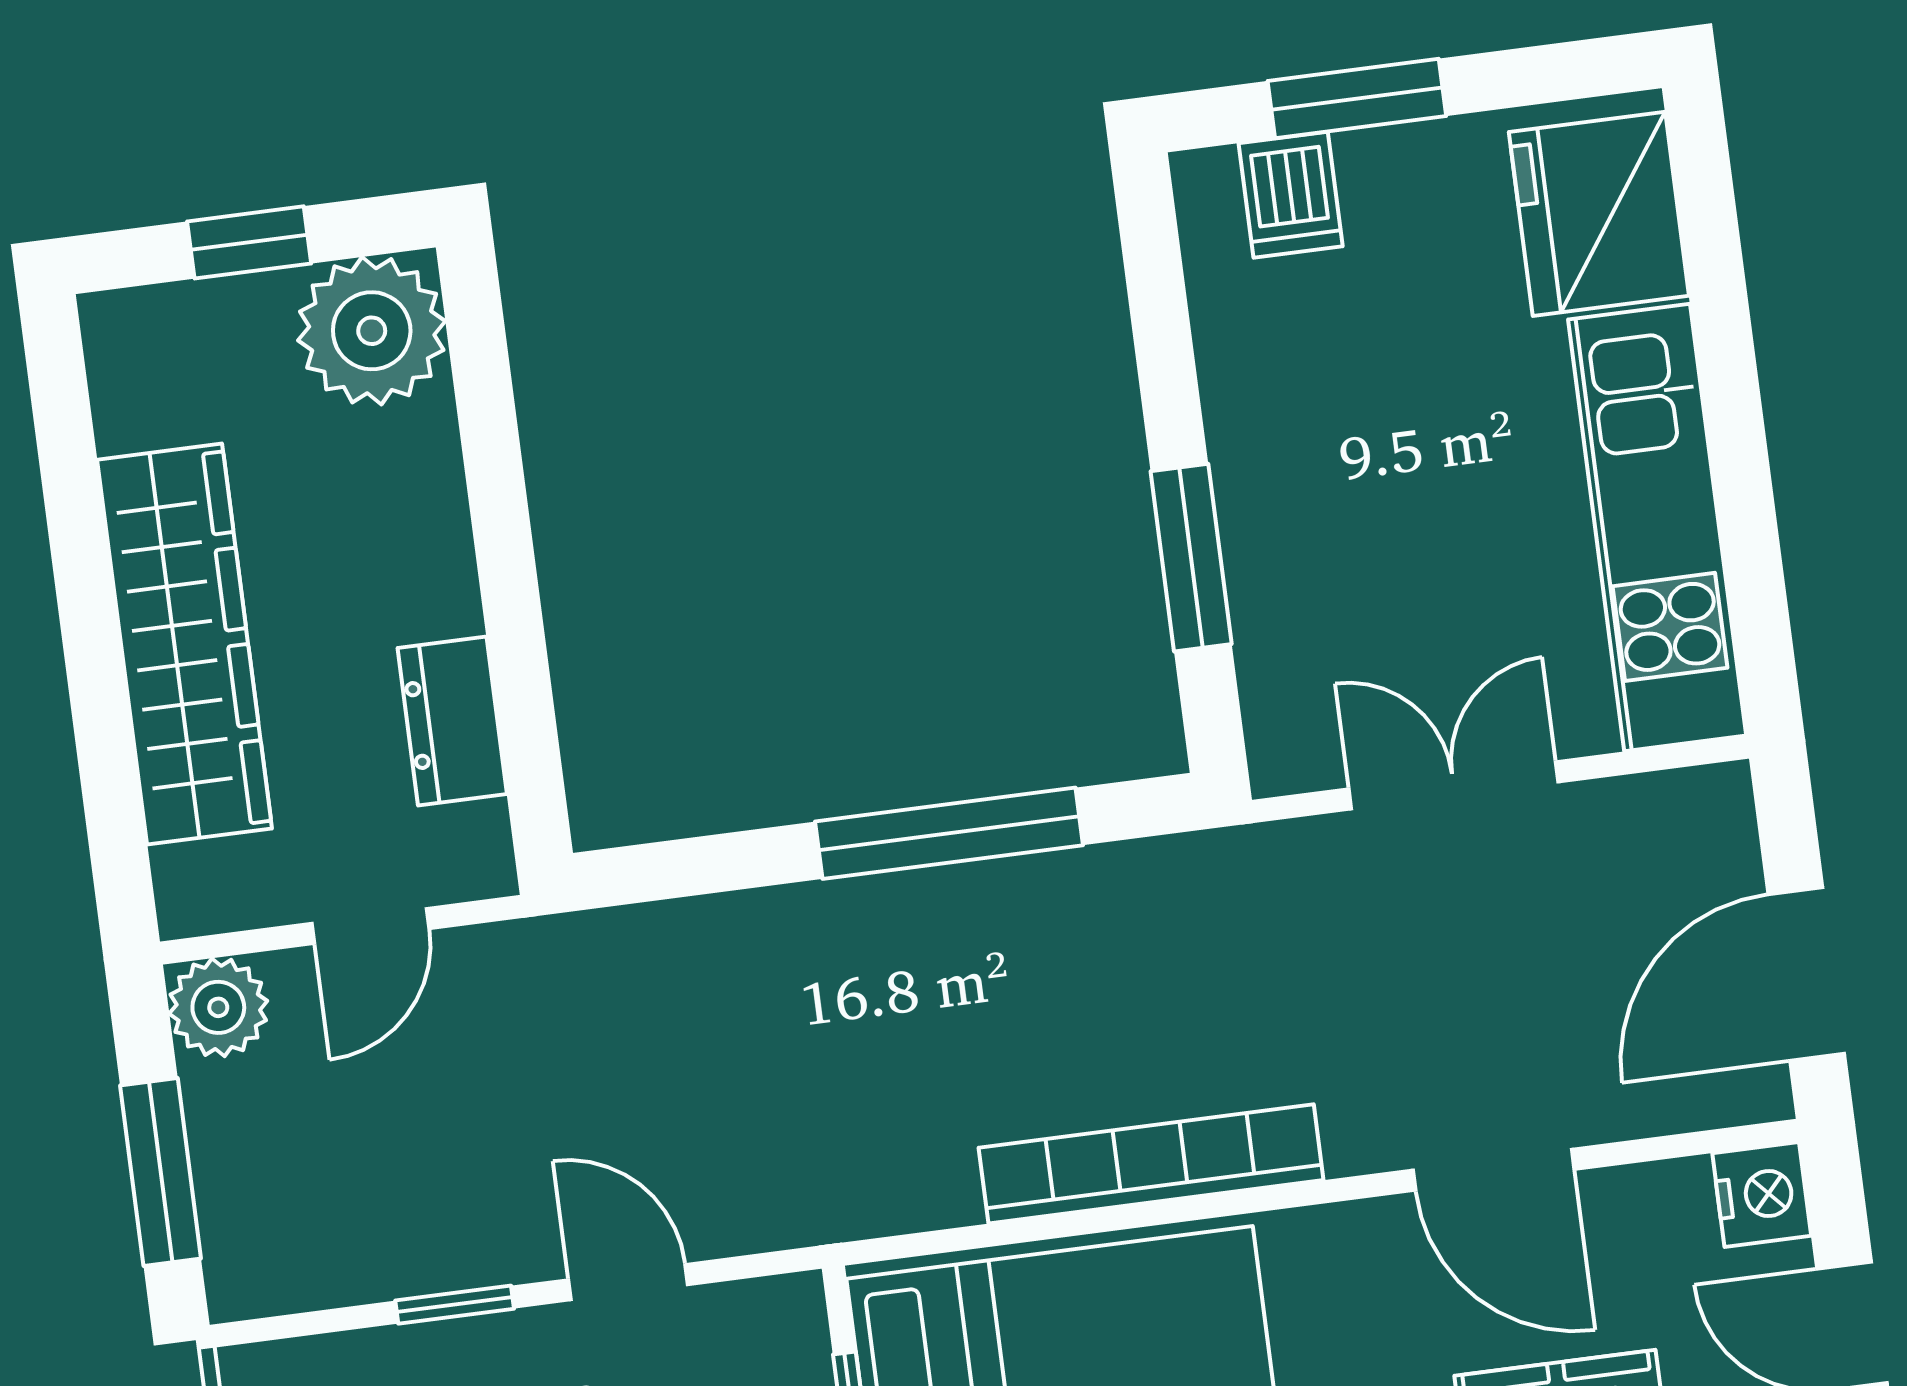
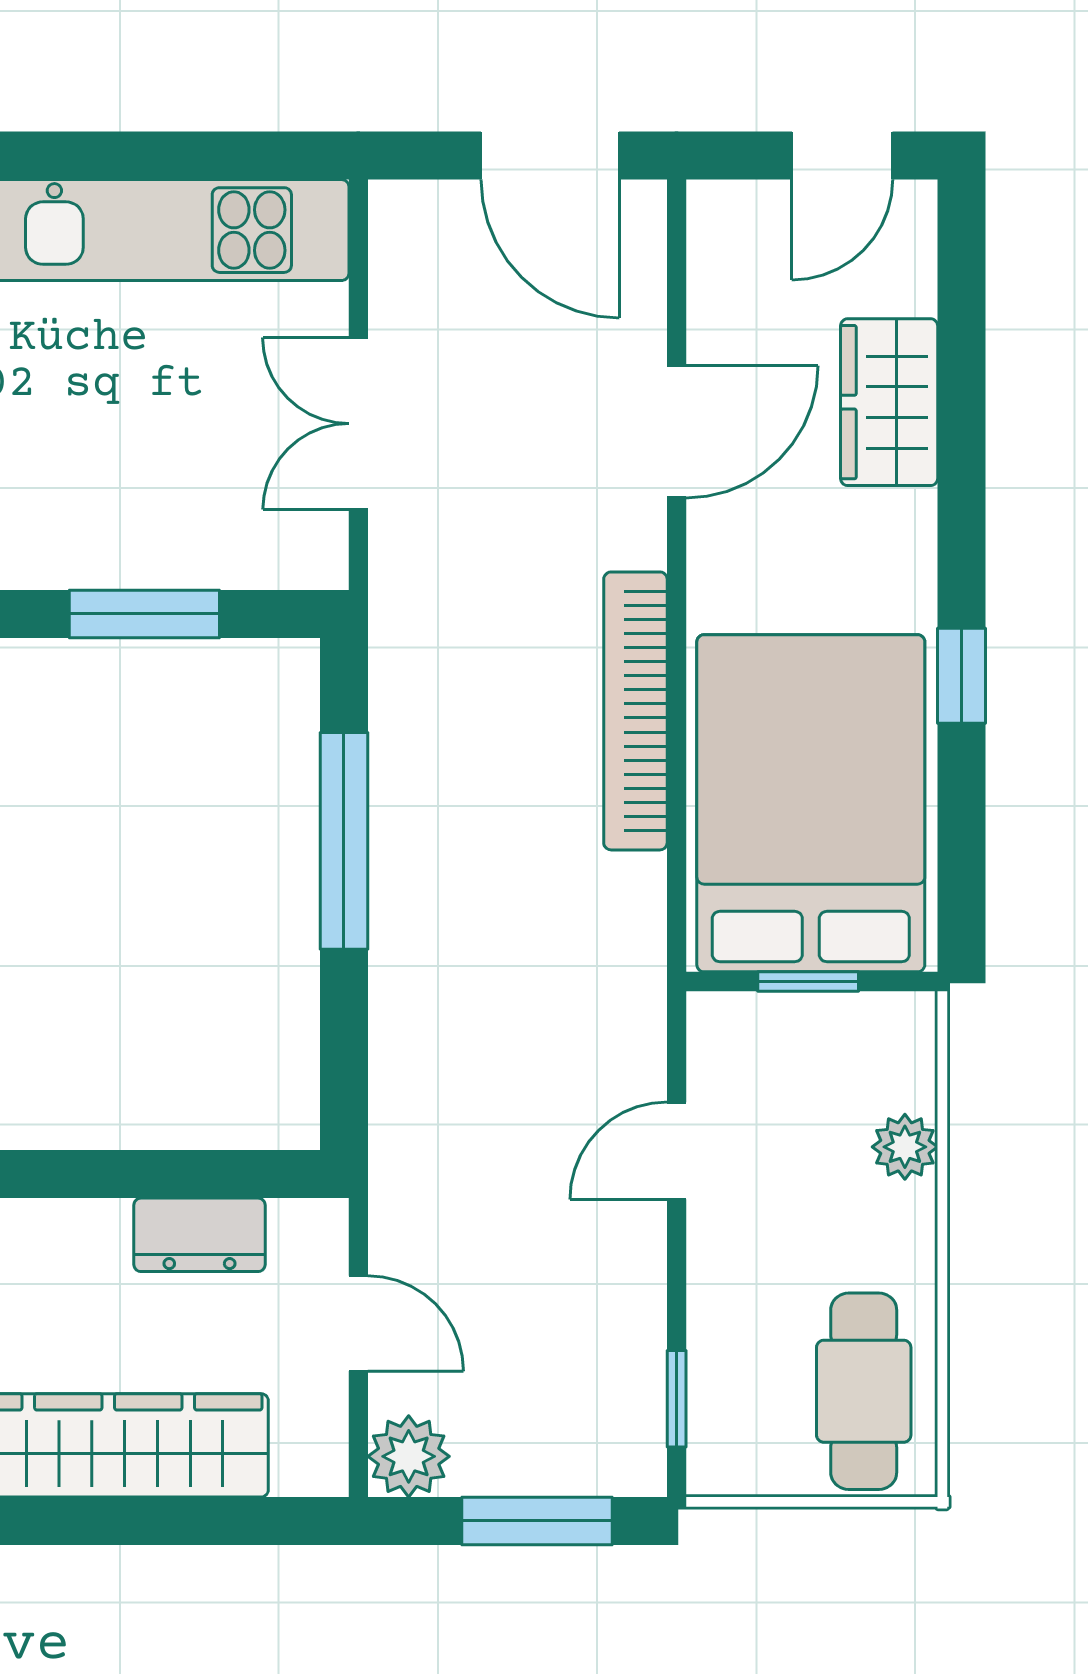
nightstand: (1762, 1194) -> (725, 215), removed
window: (455, 1305) -> (677, 1399), moved

